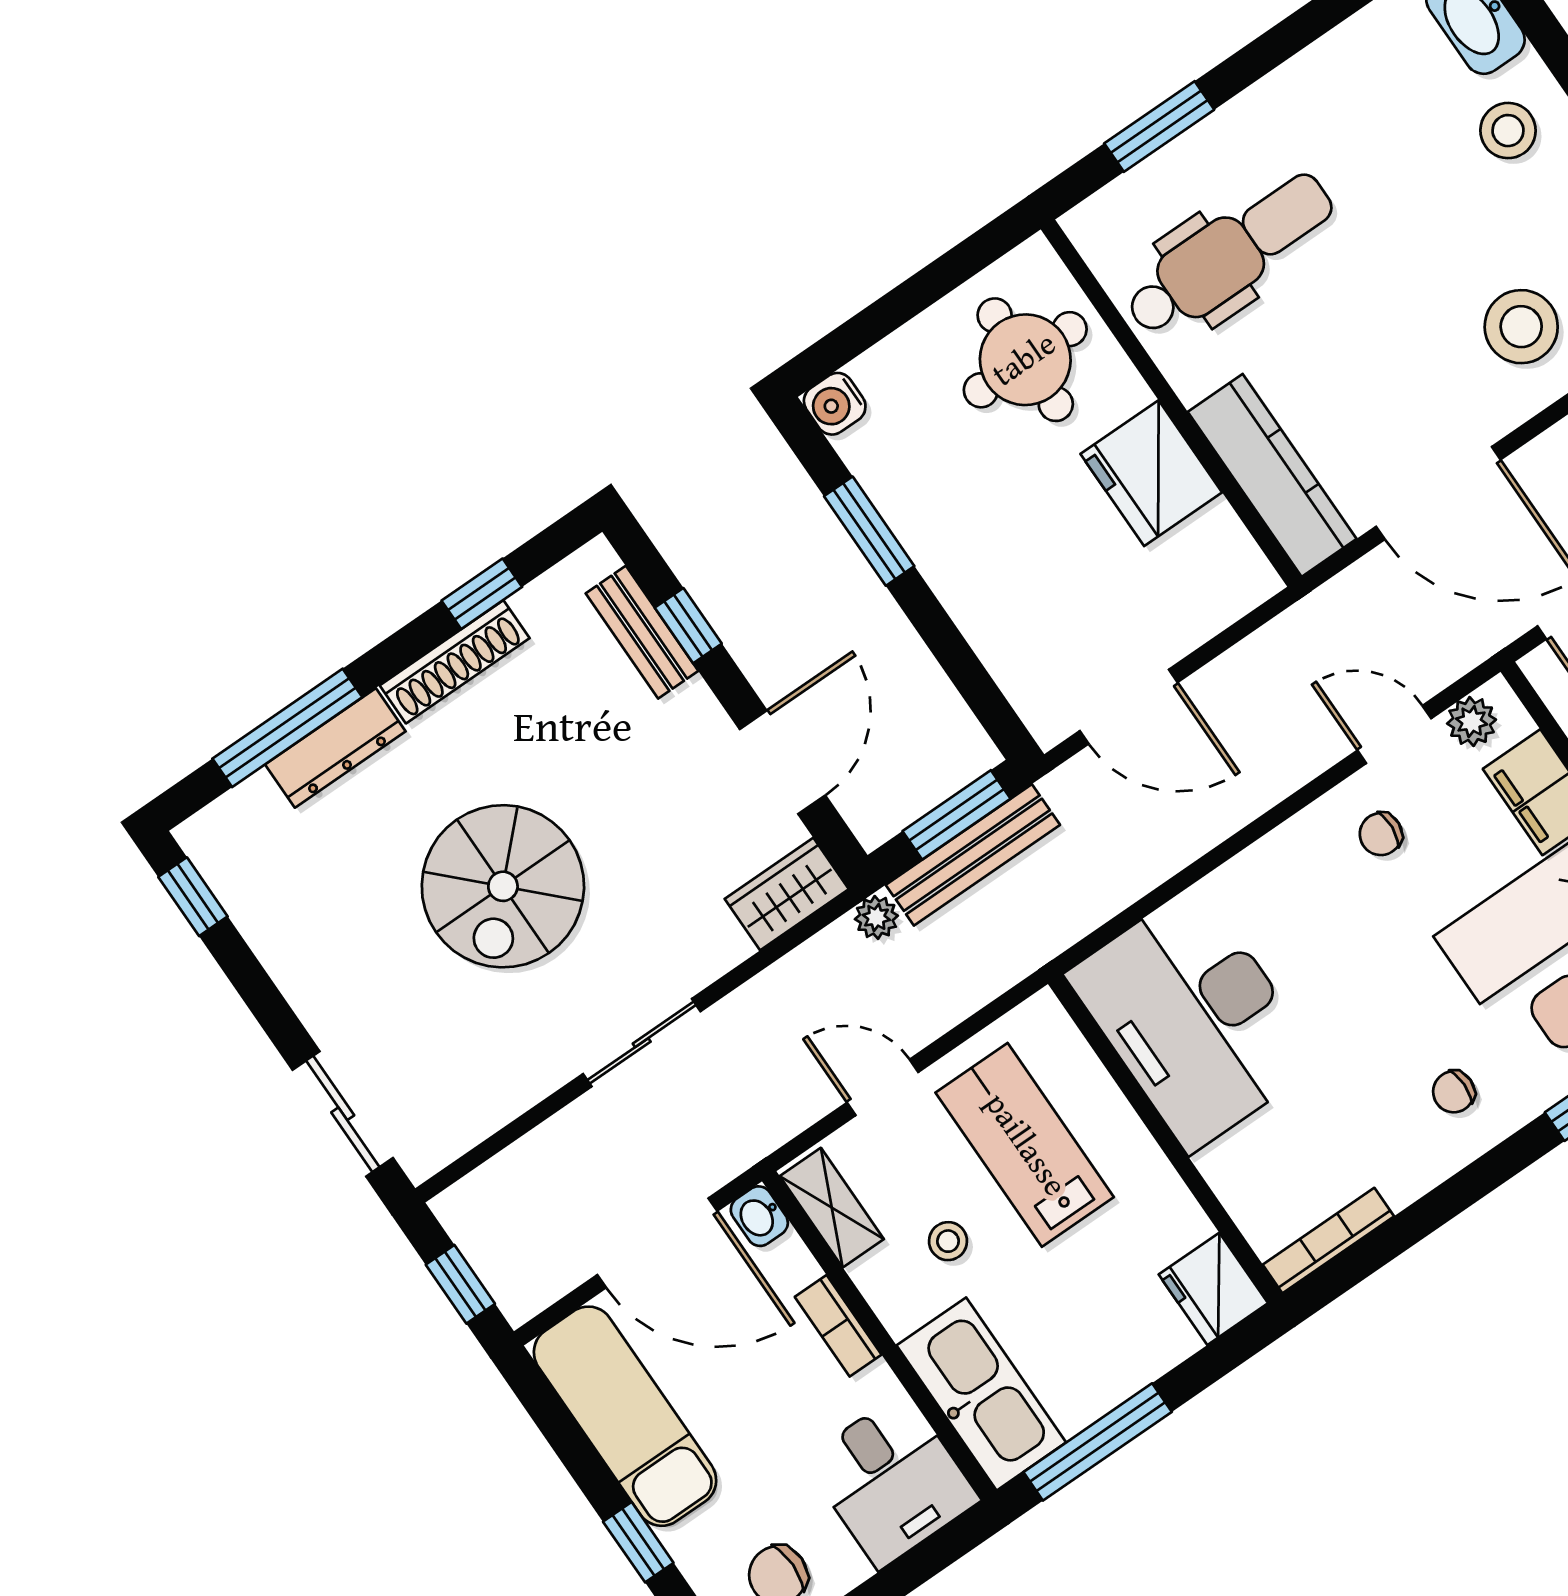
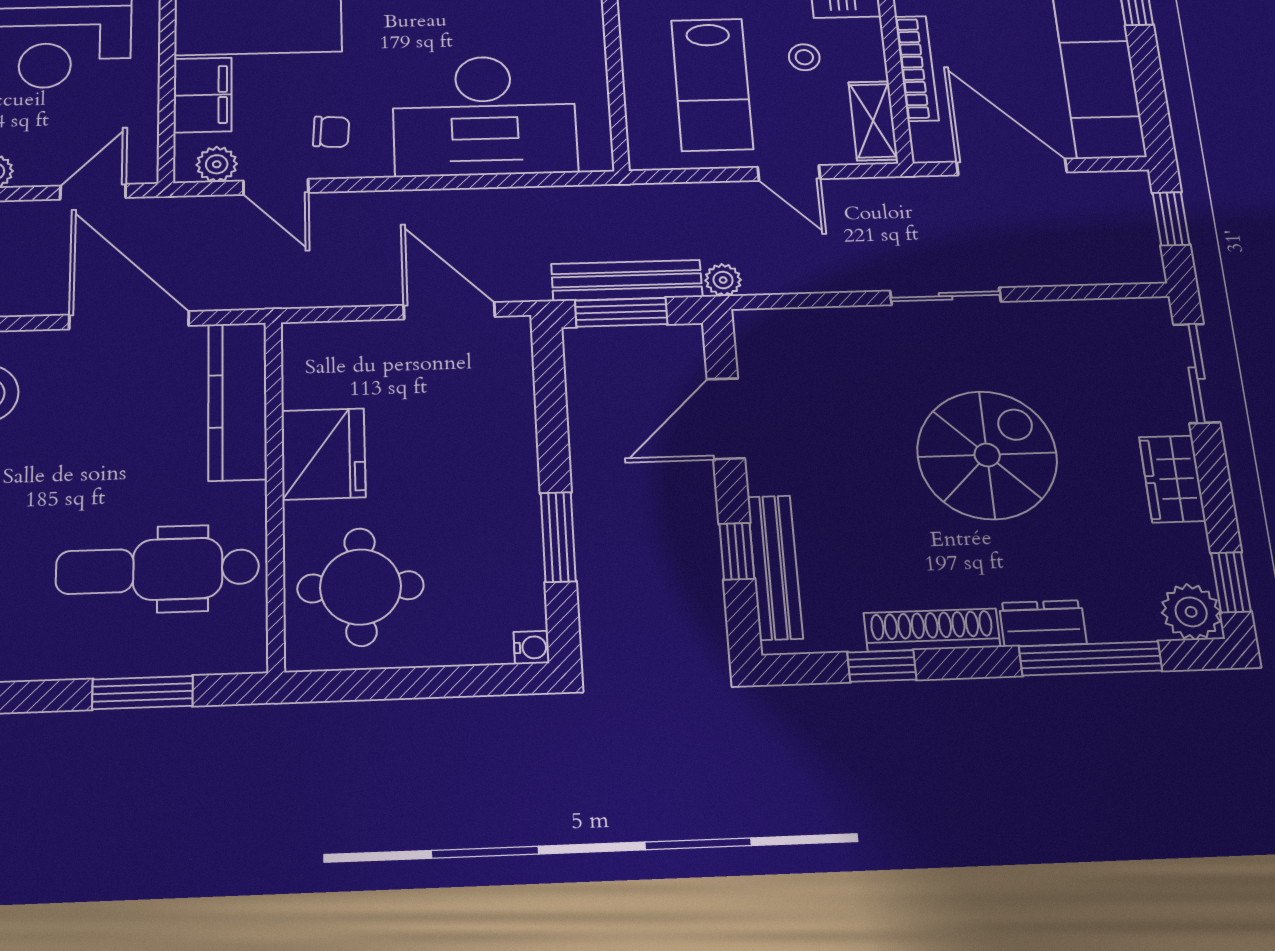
water cooler: (835, 404) -> (532, 647), width x0.72, depth x0.72
bench: (642, 632) -> (775, 567), width x1.36
dresser: (335, 748) -> (1043, 623), width x0.70
plant: (216, 840) -> (1191, 612), added
wardrobe: (787, 894) -> (1172, 479), moved, turned 90
desk: (1194, 1018) -> (484, 115), moved, turned 90
washbasin: (759, 1216) -> (928, 144), removed
bookcase: (838, 1326) -> (917, 68), width x1.56

